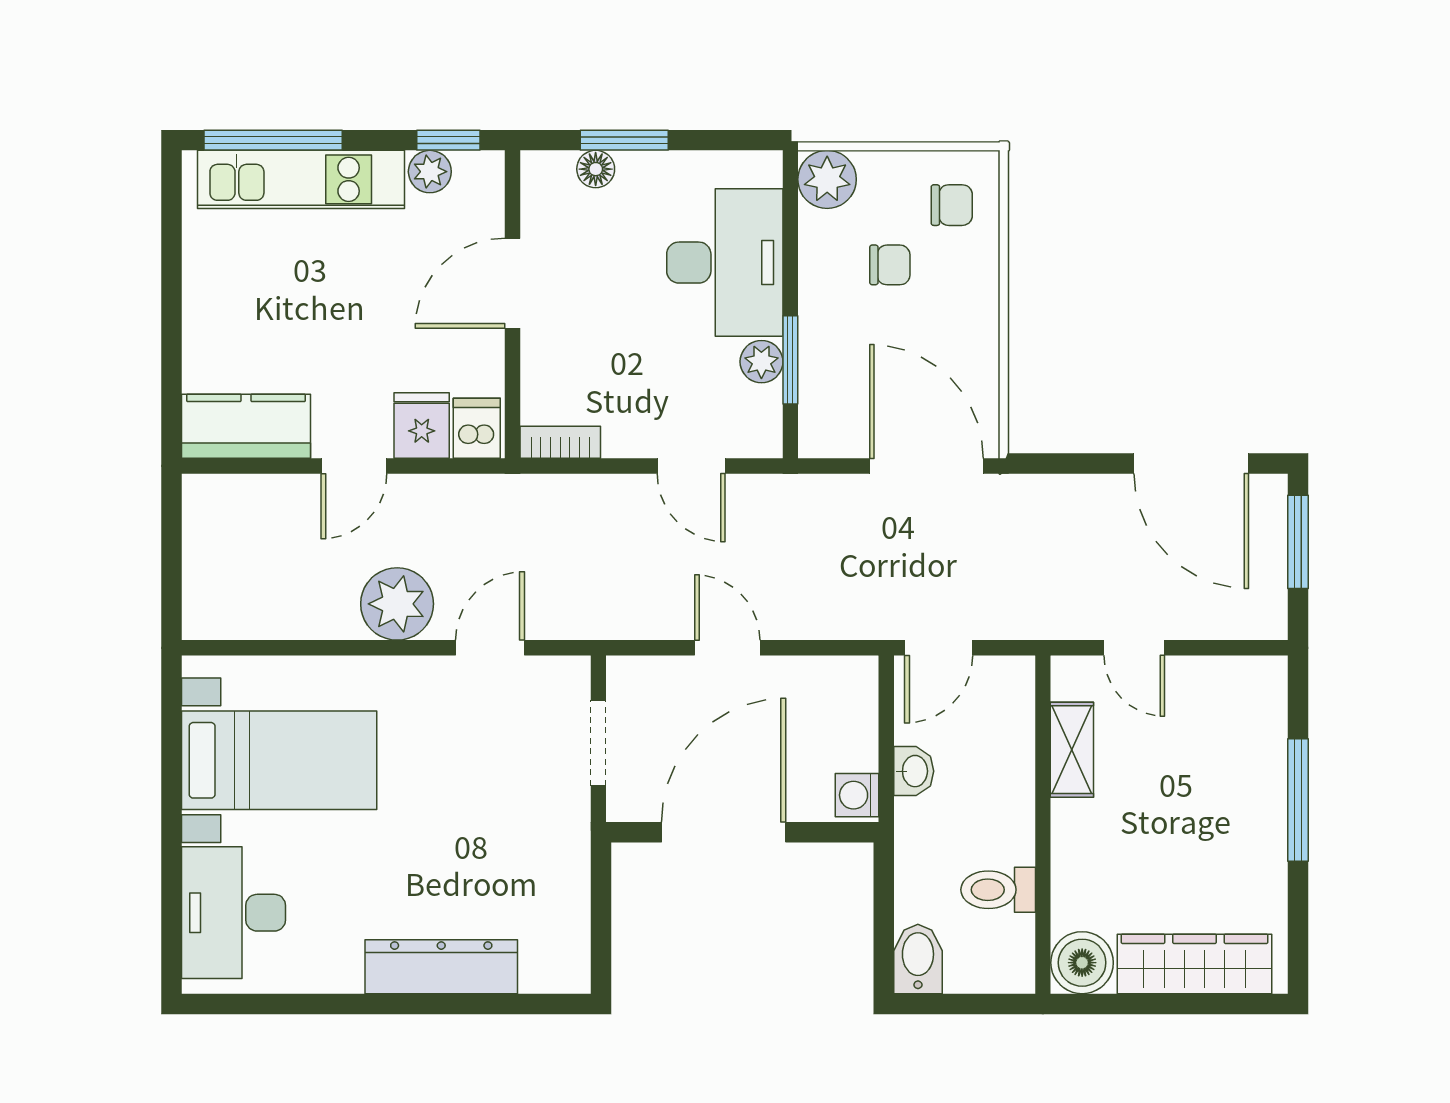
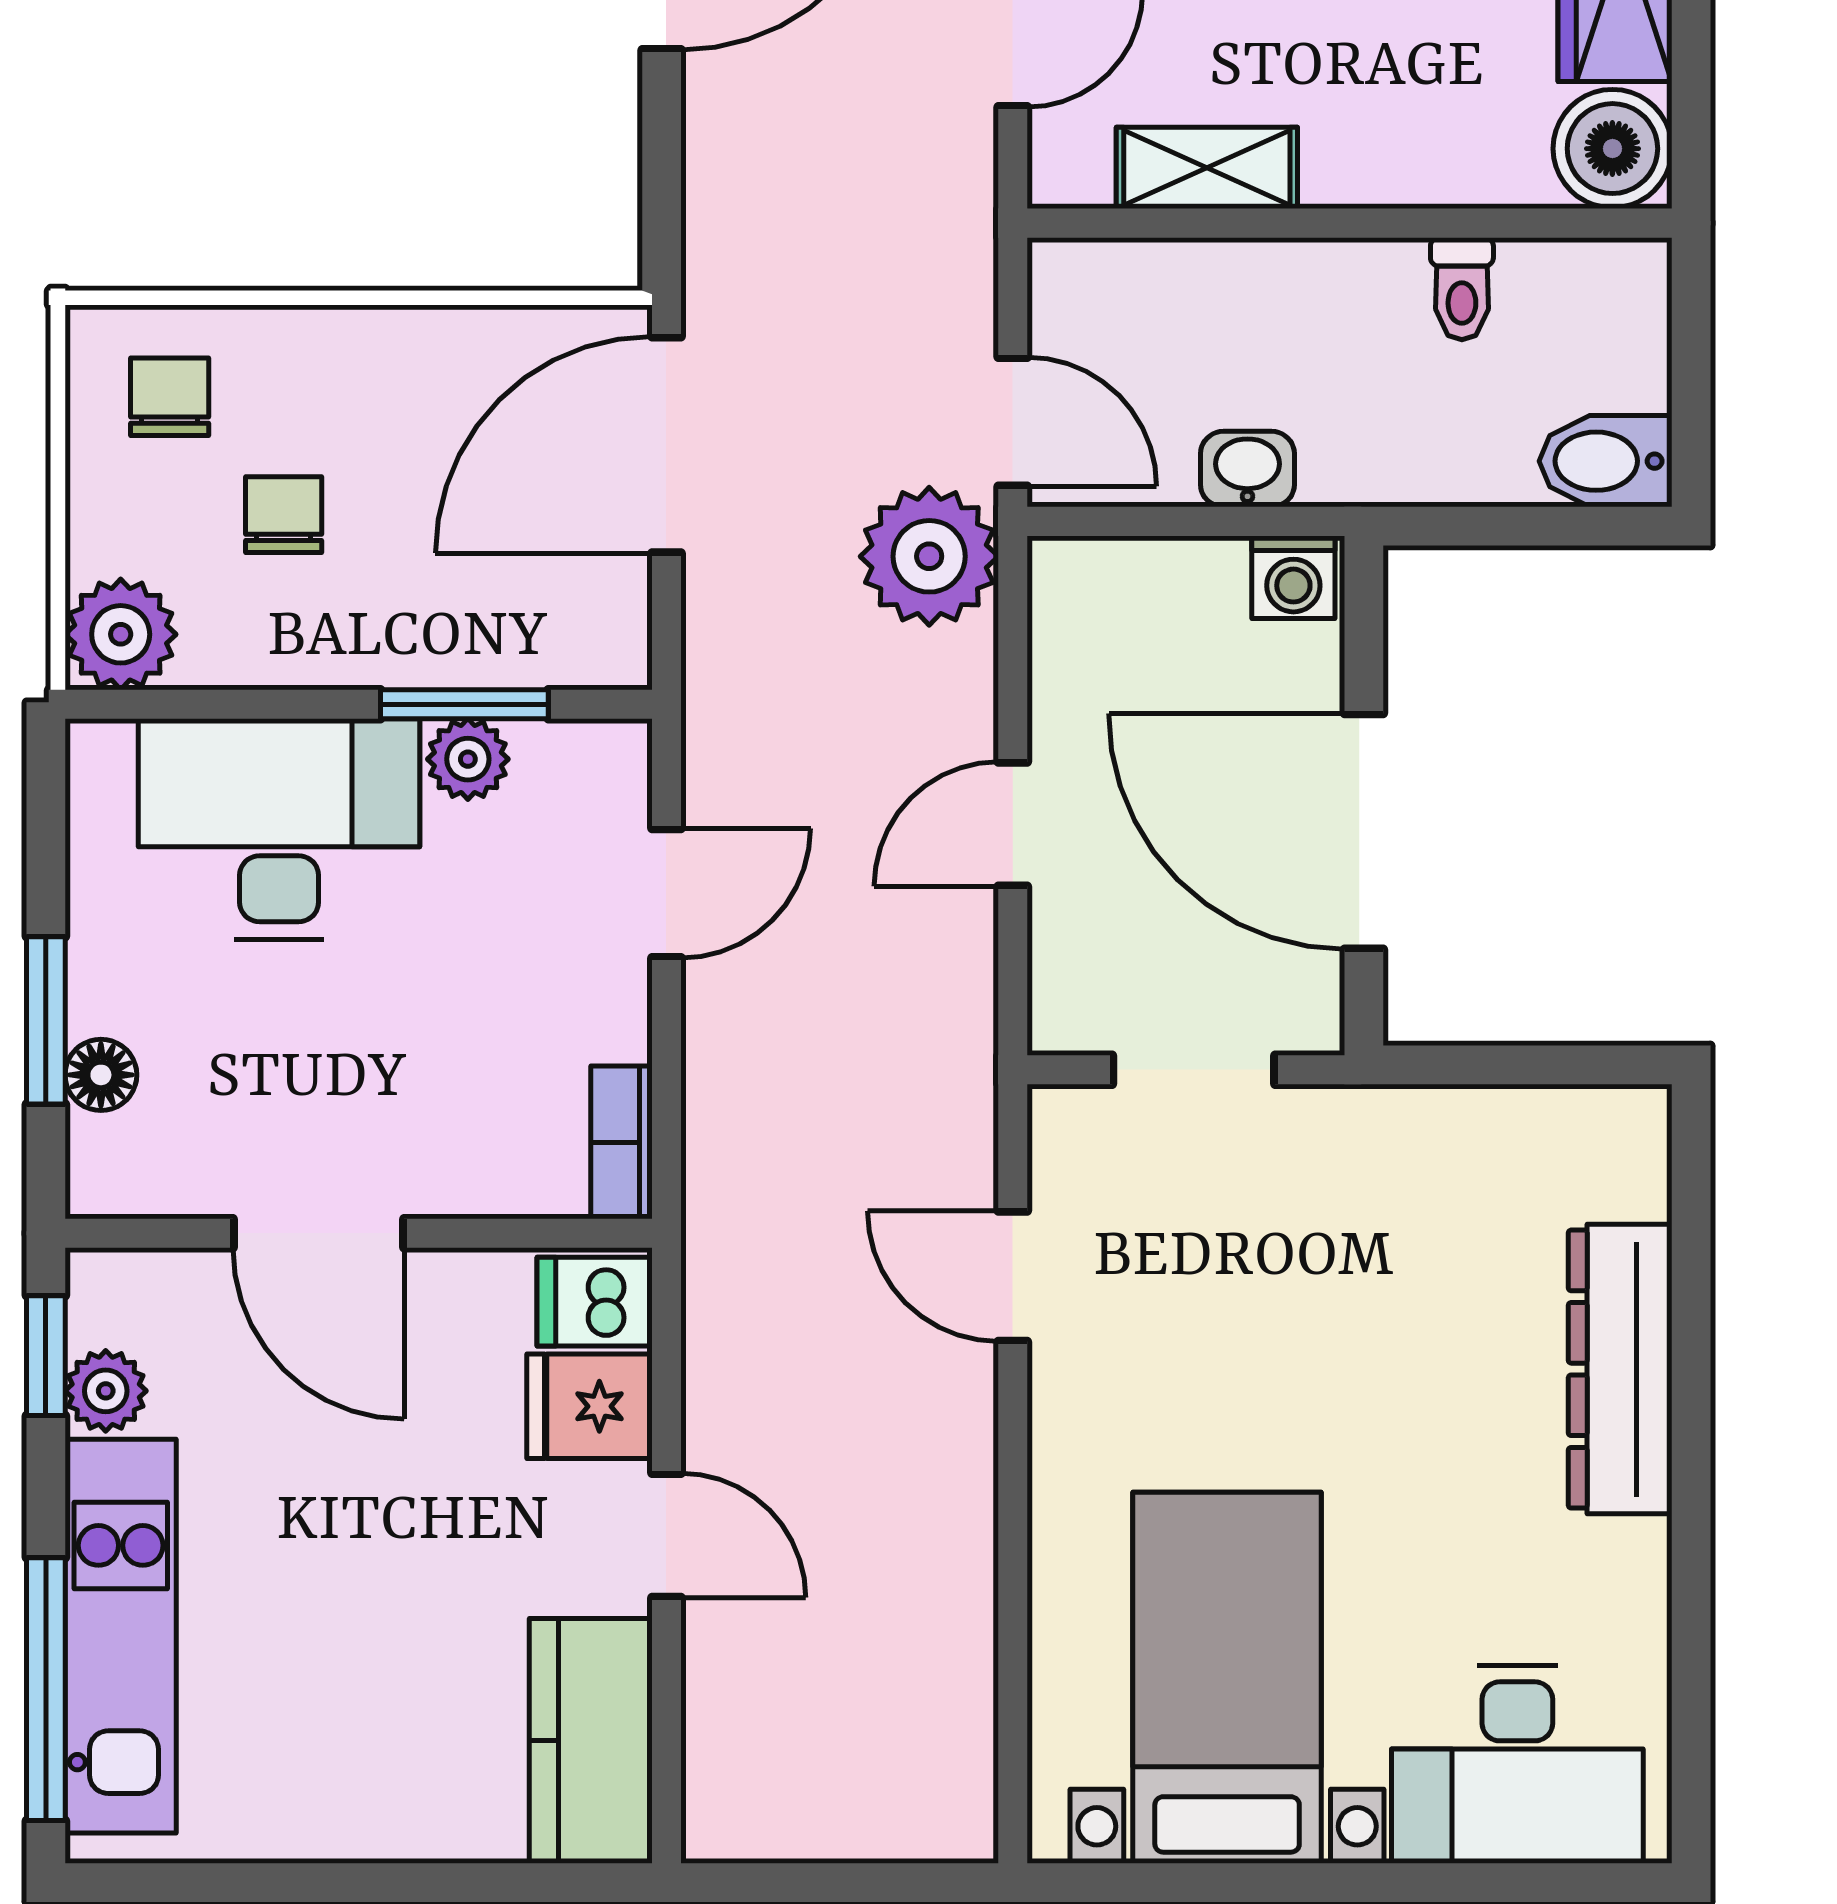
plant: (397, 604) -> (929, 556), moved
toilet: (998, 890) -> (1462, 289), width x0.73, depth x0.72

